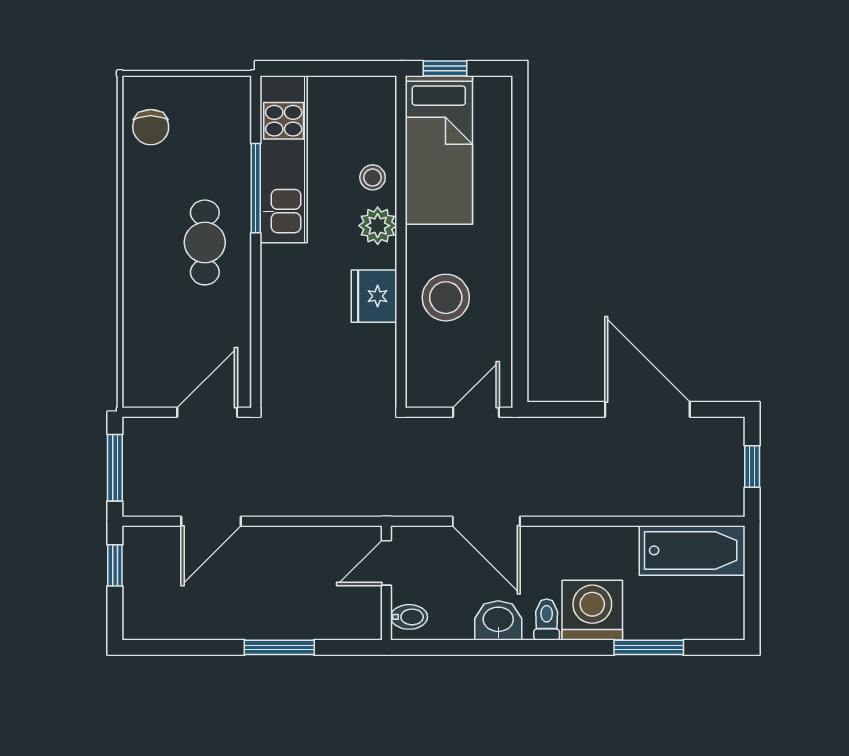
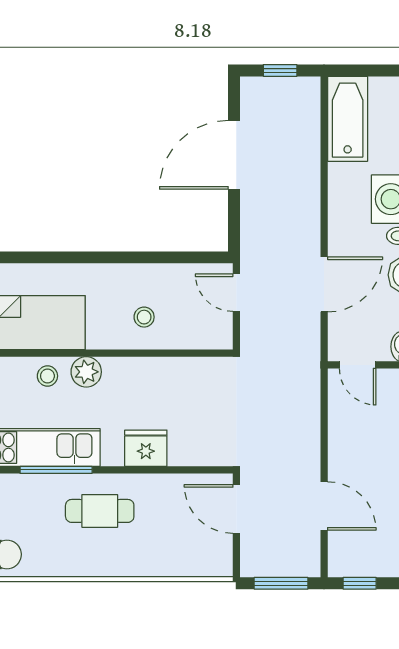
fridge: (374, 296) -> (146, 448), moved, turned 180
stool: (446, 298) -> (144, 317), width x0.53, depth x0.53

